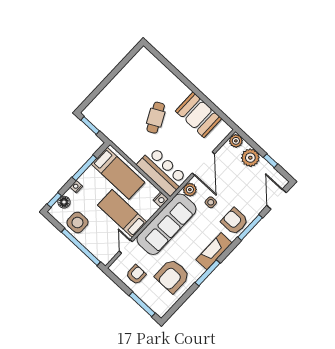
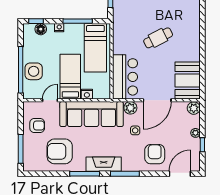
booth: (198, 115) -> (188, 81), moved
plant: (250, 158) -> (195, 133), width x0.53, depth x0.53
nightstand: (161, 199) -> (87, 94), moved
armchair: (234, 221) -> (155, 154), moved
side table: (77, 222) -> (34, 71), moved
window: (250, 227) -> (125, 174), moved

